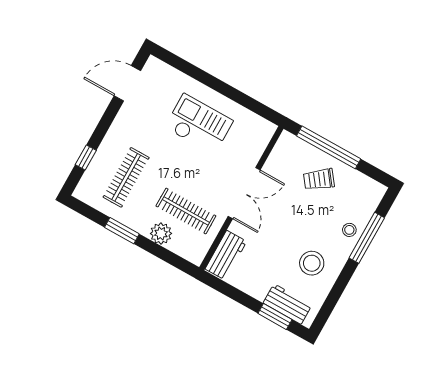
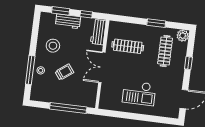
window: (86, 158) -> (188, 63), moved
trolley: (319, 179) -> (64, 72), moved
plant: (161, 234) -> (183, 36), moved
window: (234, 294) -> (86, 14), added
workbench: (288, 304) -> (68, 21), moved

